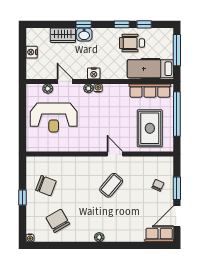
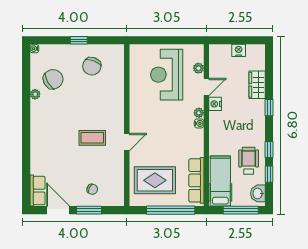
washbasin: (84, 35) -> (258, 193), moved
nightstand: (94, 73) -> (215, 104), moved
coffee table: (111, 185) -> (92, 138), turned -40
plant: (99, 237) -> (35, 94), moved

